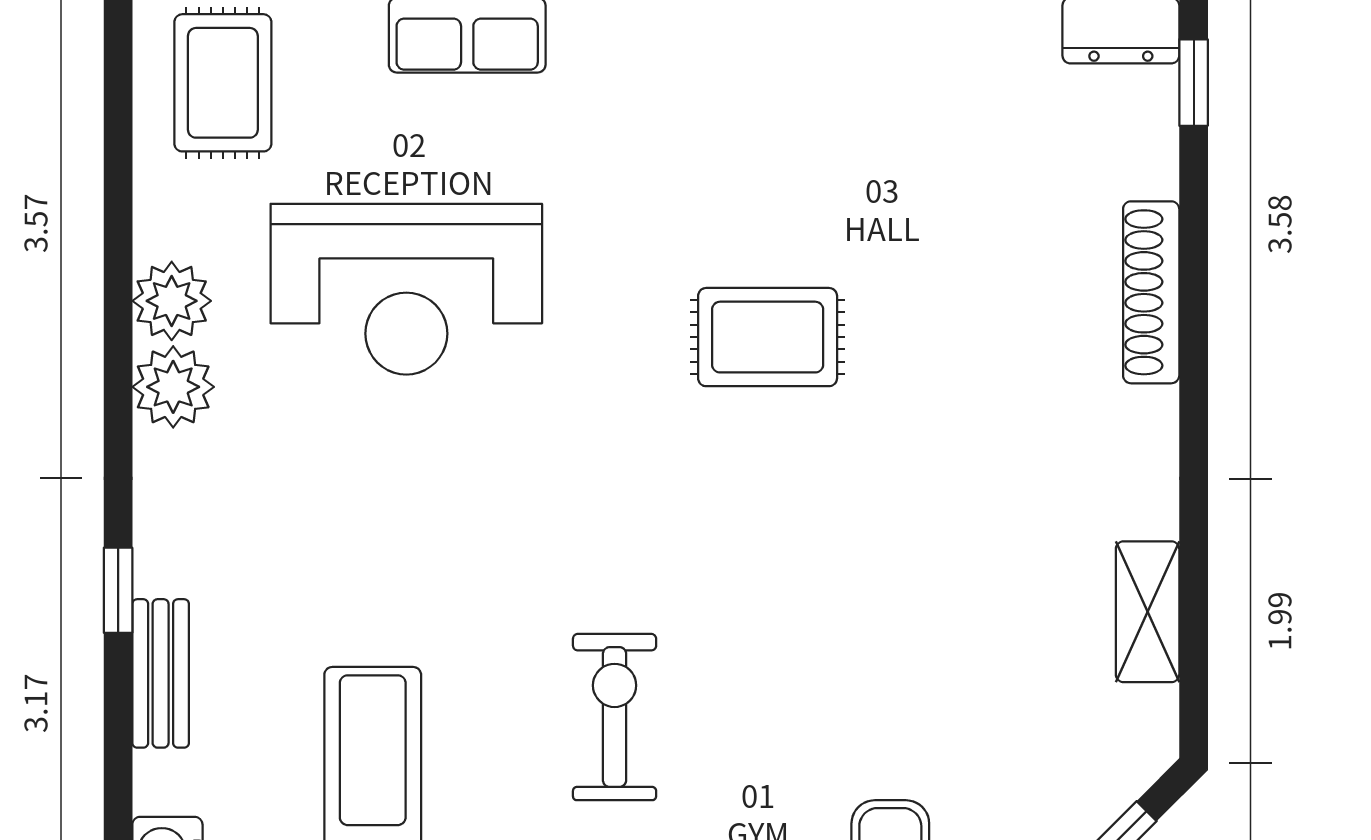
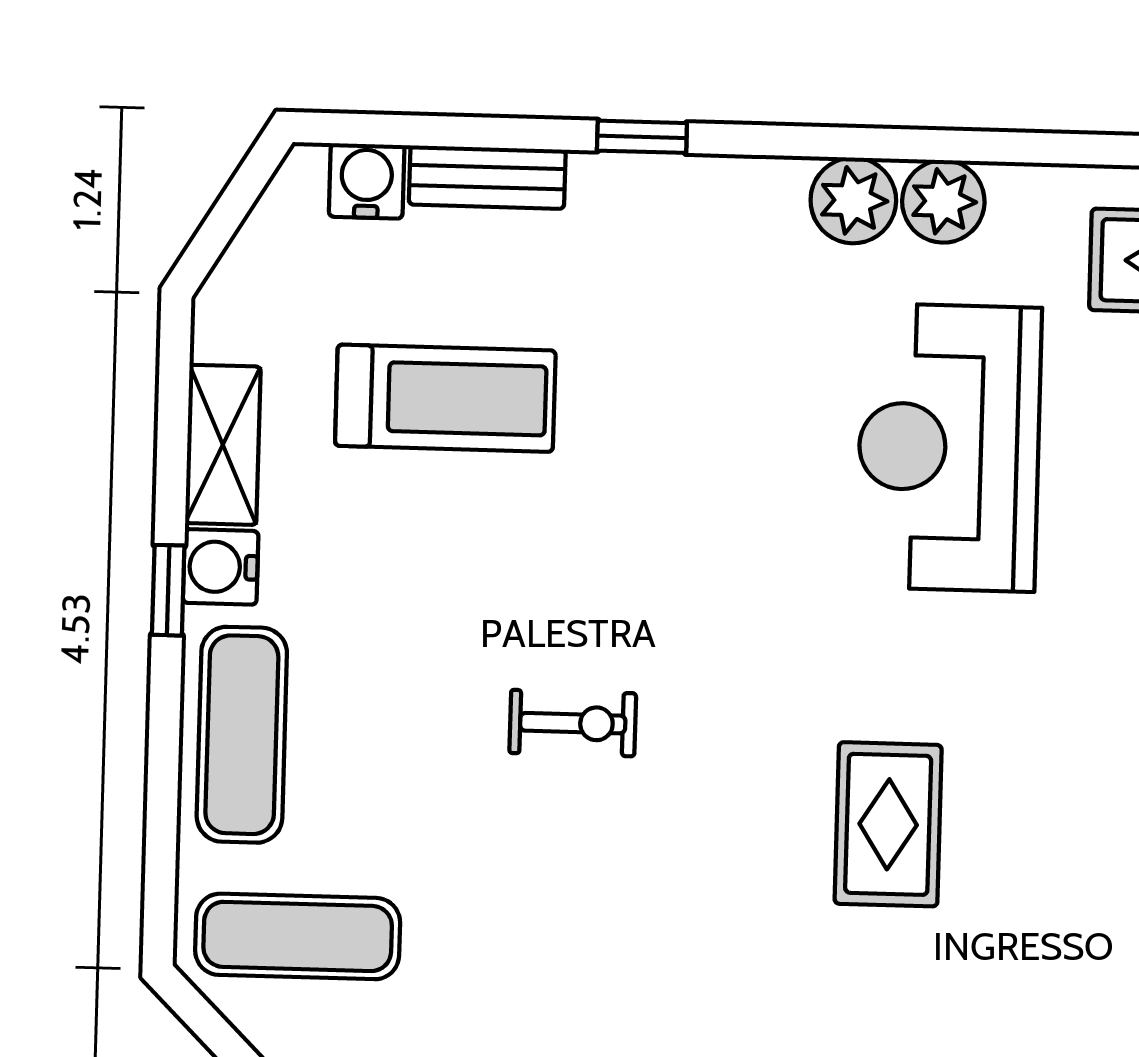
bench: (161, 673) -> (487, 177), moved
exercise bike: (615, 717) -> (573, 723), moved, width x0.73, depth x0.72

